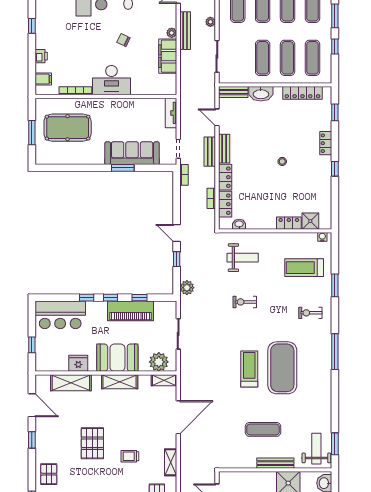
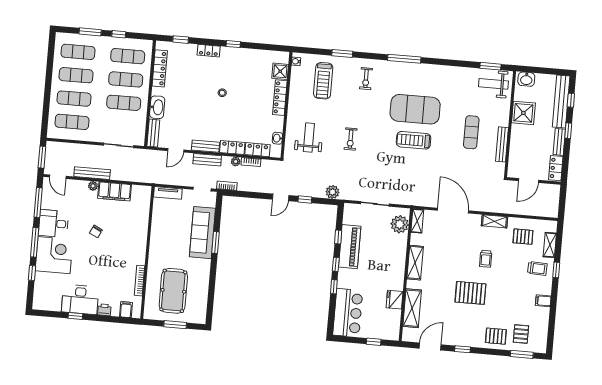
plant: (210, 22) -> (236, 162), moved
desk: (111, 80) -> (80, 299), moved, turned 90
locker: (289, 223) -> (280, 98), width x1.53
booth: (117, 358) -> (392, 263), removed
bench: (275, 463) -> (502, 144), moved

